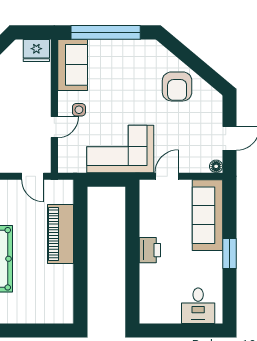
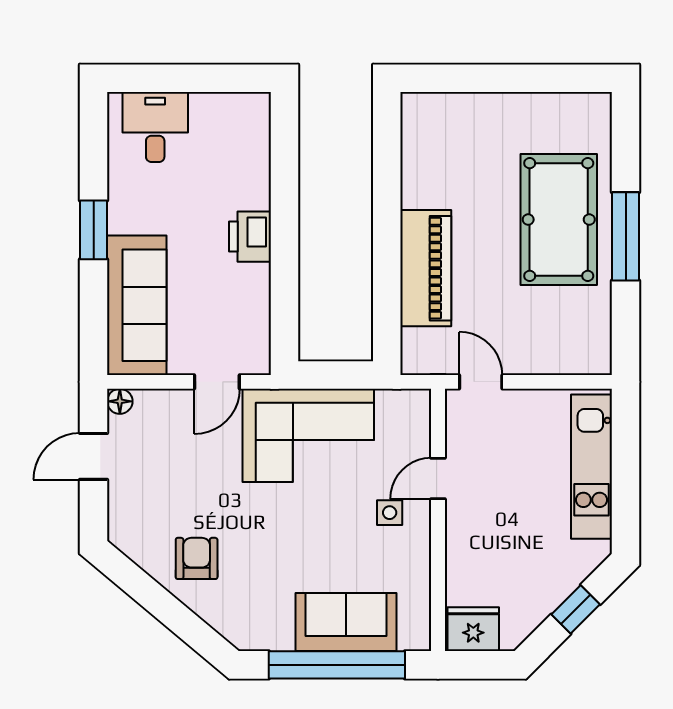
sofa: (73, 65) -> (346, 622), moved, turned 90
armchair: (177, 86) -> (197, 558), width x0.72, depth x0.72

